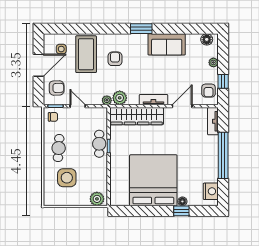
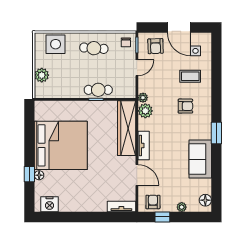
coffee table: (86, 54) -> (190, 76), width x0.54, depth x0.58
armchair: (209, 91) -> (153, 202), turned 90
window: (223, 155) -> (86, 217), removed
side table: (67, 178) -> (56, 44), moved
plant: (97, 199) -> (42, 75), moved

